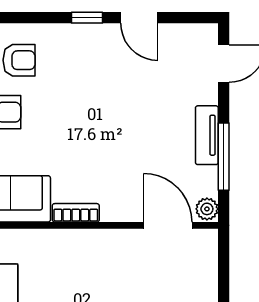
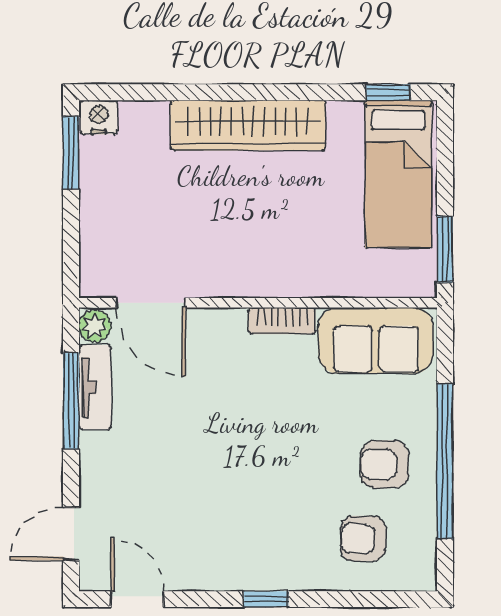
door: (139, 18) -> (137, 599), moved
tv unit: (207, 135) -> (95, 387), moved

